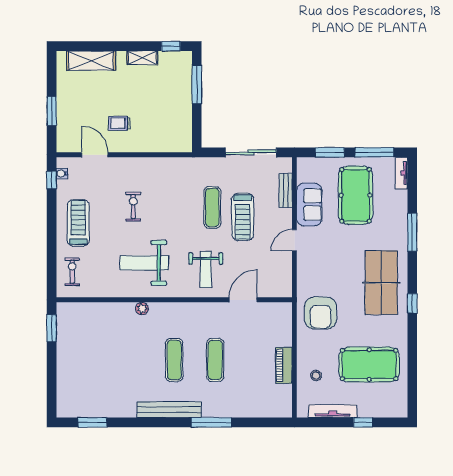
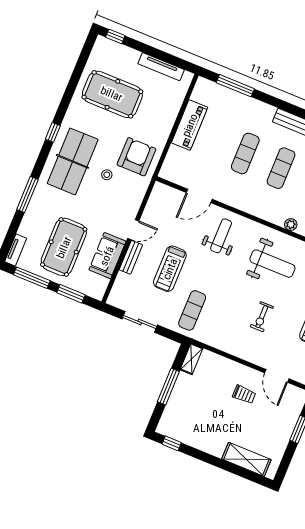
shelving: (142, 58) -> (192, 359), moved, turned 90
window: (197, 84) -> (168, 387), moved
sliding door: (251, 152) -> (140, 322), width x0.73
bench: (286, 190) -> (131, 257), moved
exercise mat: (212, 207) -> (192, 310), moved
treadmill: (243, 217) -> (170, 269), turned 180
piano: (284, 365) -> (190, 125), width x1.37, depth x1.33
stool: (316, 375) -> (107, 175), moved
window: (211, 422) -> (235, 86), moved
window: (363, 422) -> (115, 36), moved

